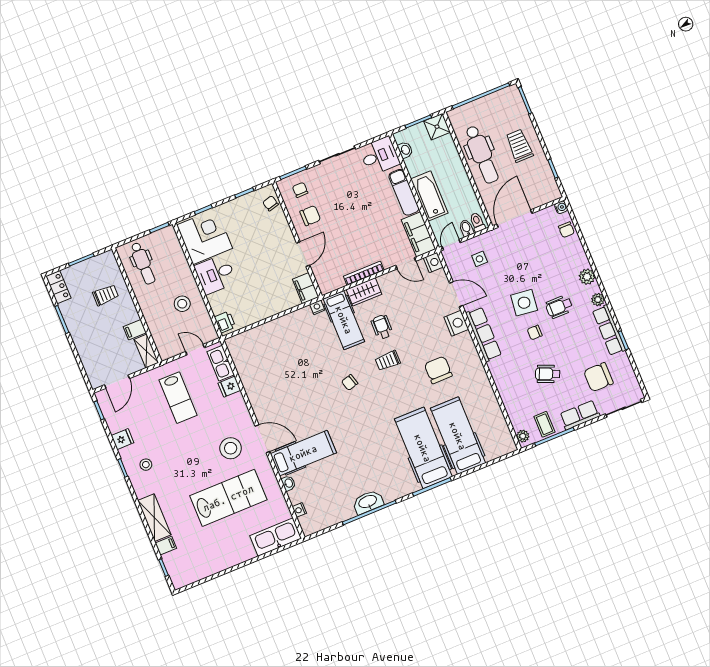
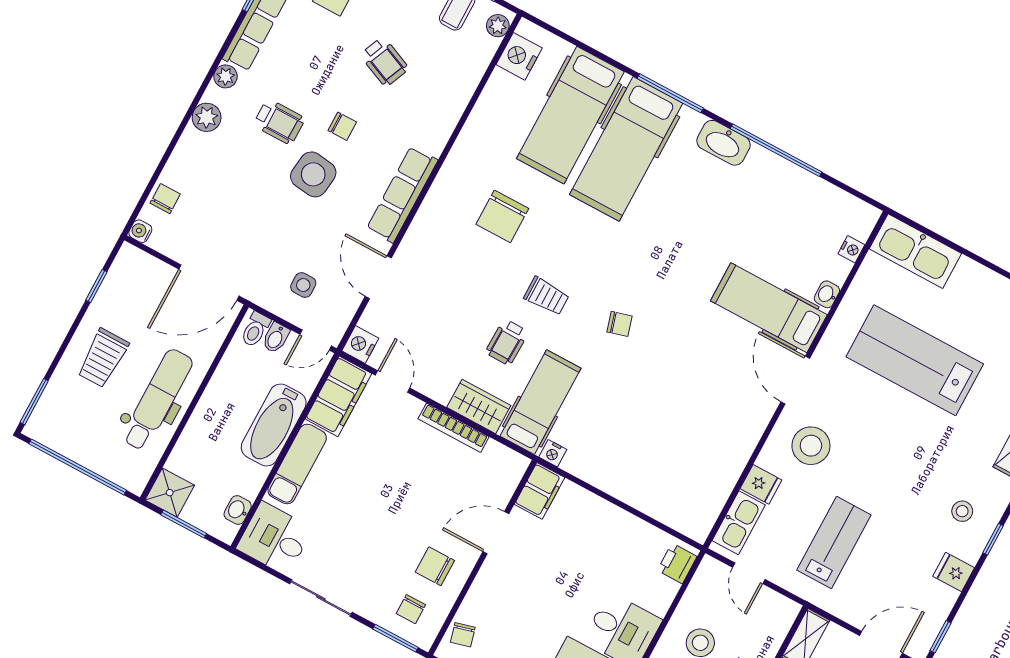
nightstand: (456, 323) -> (519, 56), moved
stool: (231, 448) -> (811, 446), moved
washbasin: (368, 502) -> (724, 143), moved

